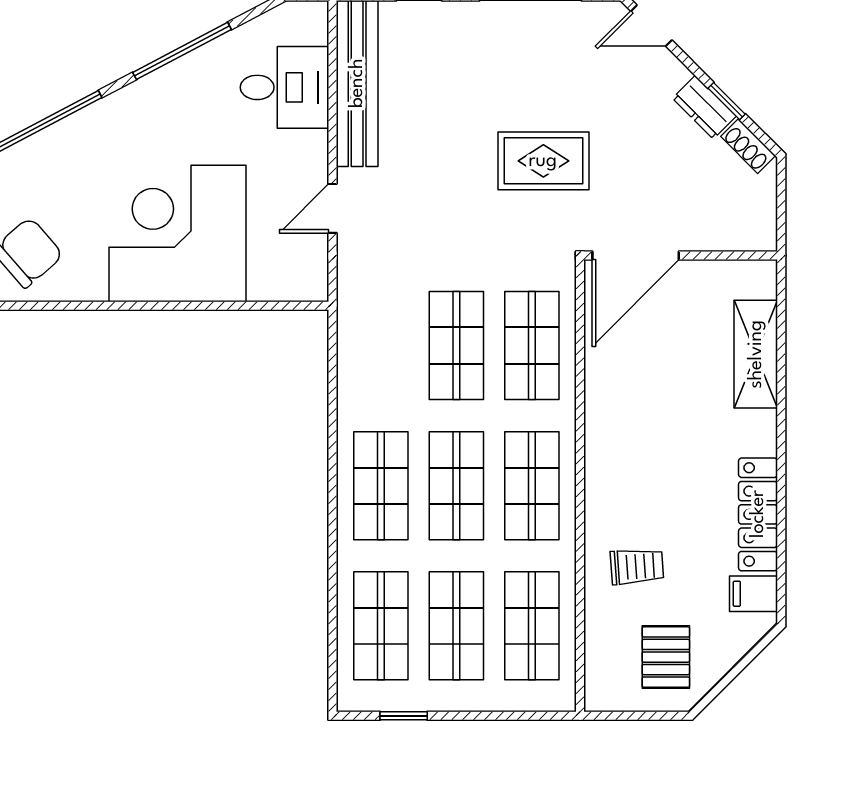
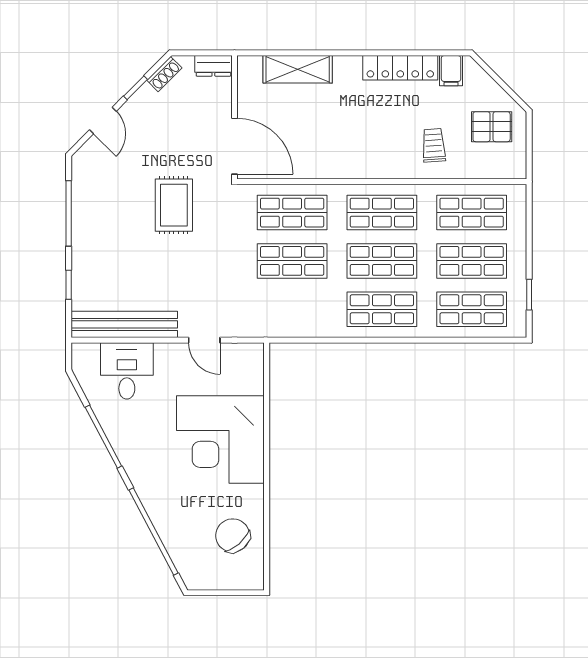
door: (651, 26) -> (103, 120), moved
dresser: (704, 107) -> (213, 66), moved, turned 45

